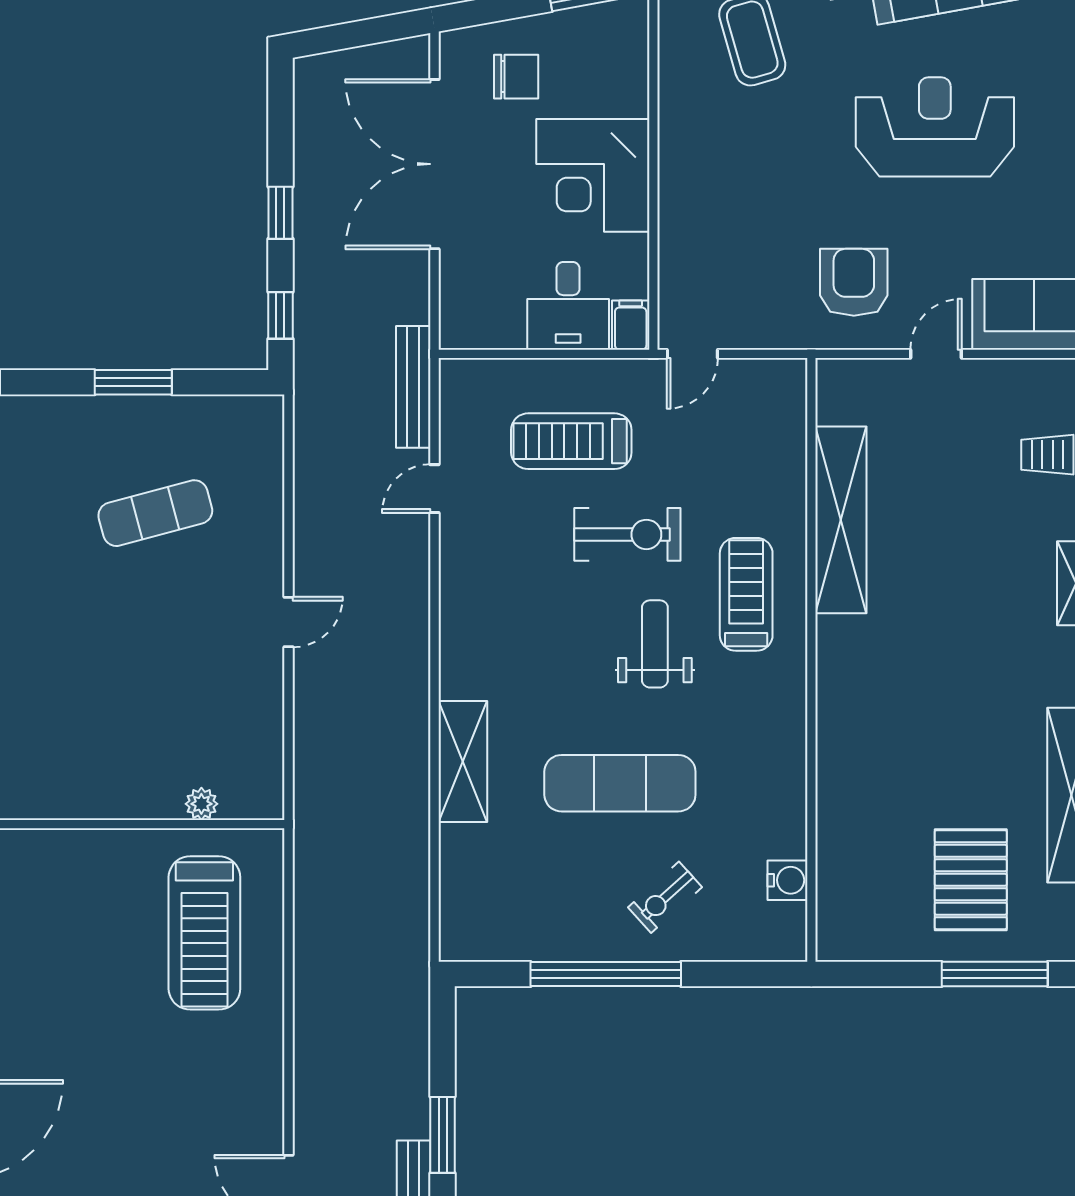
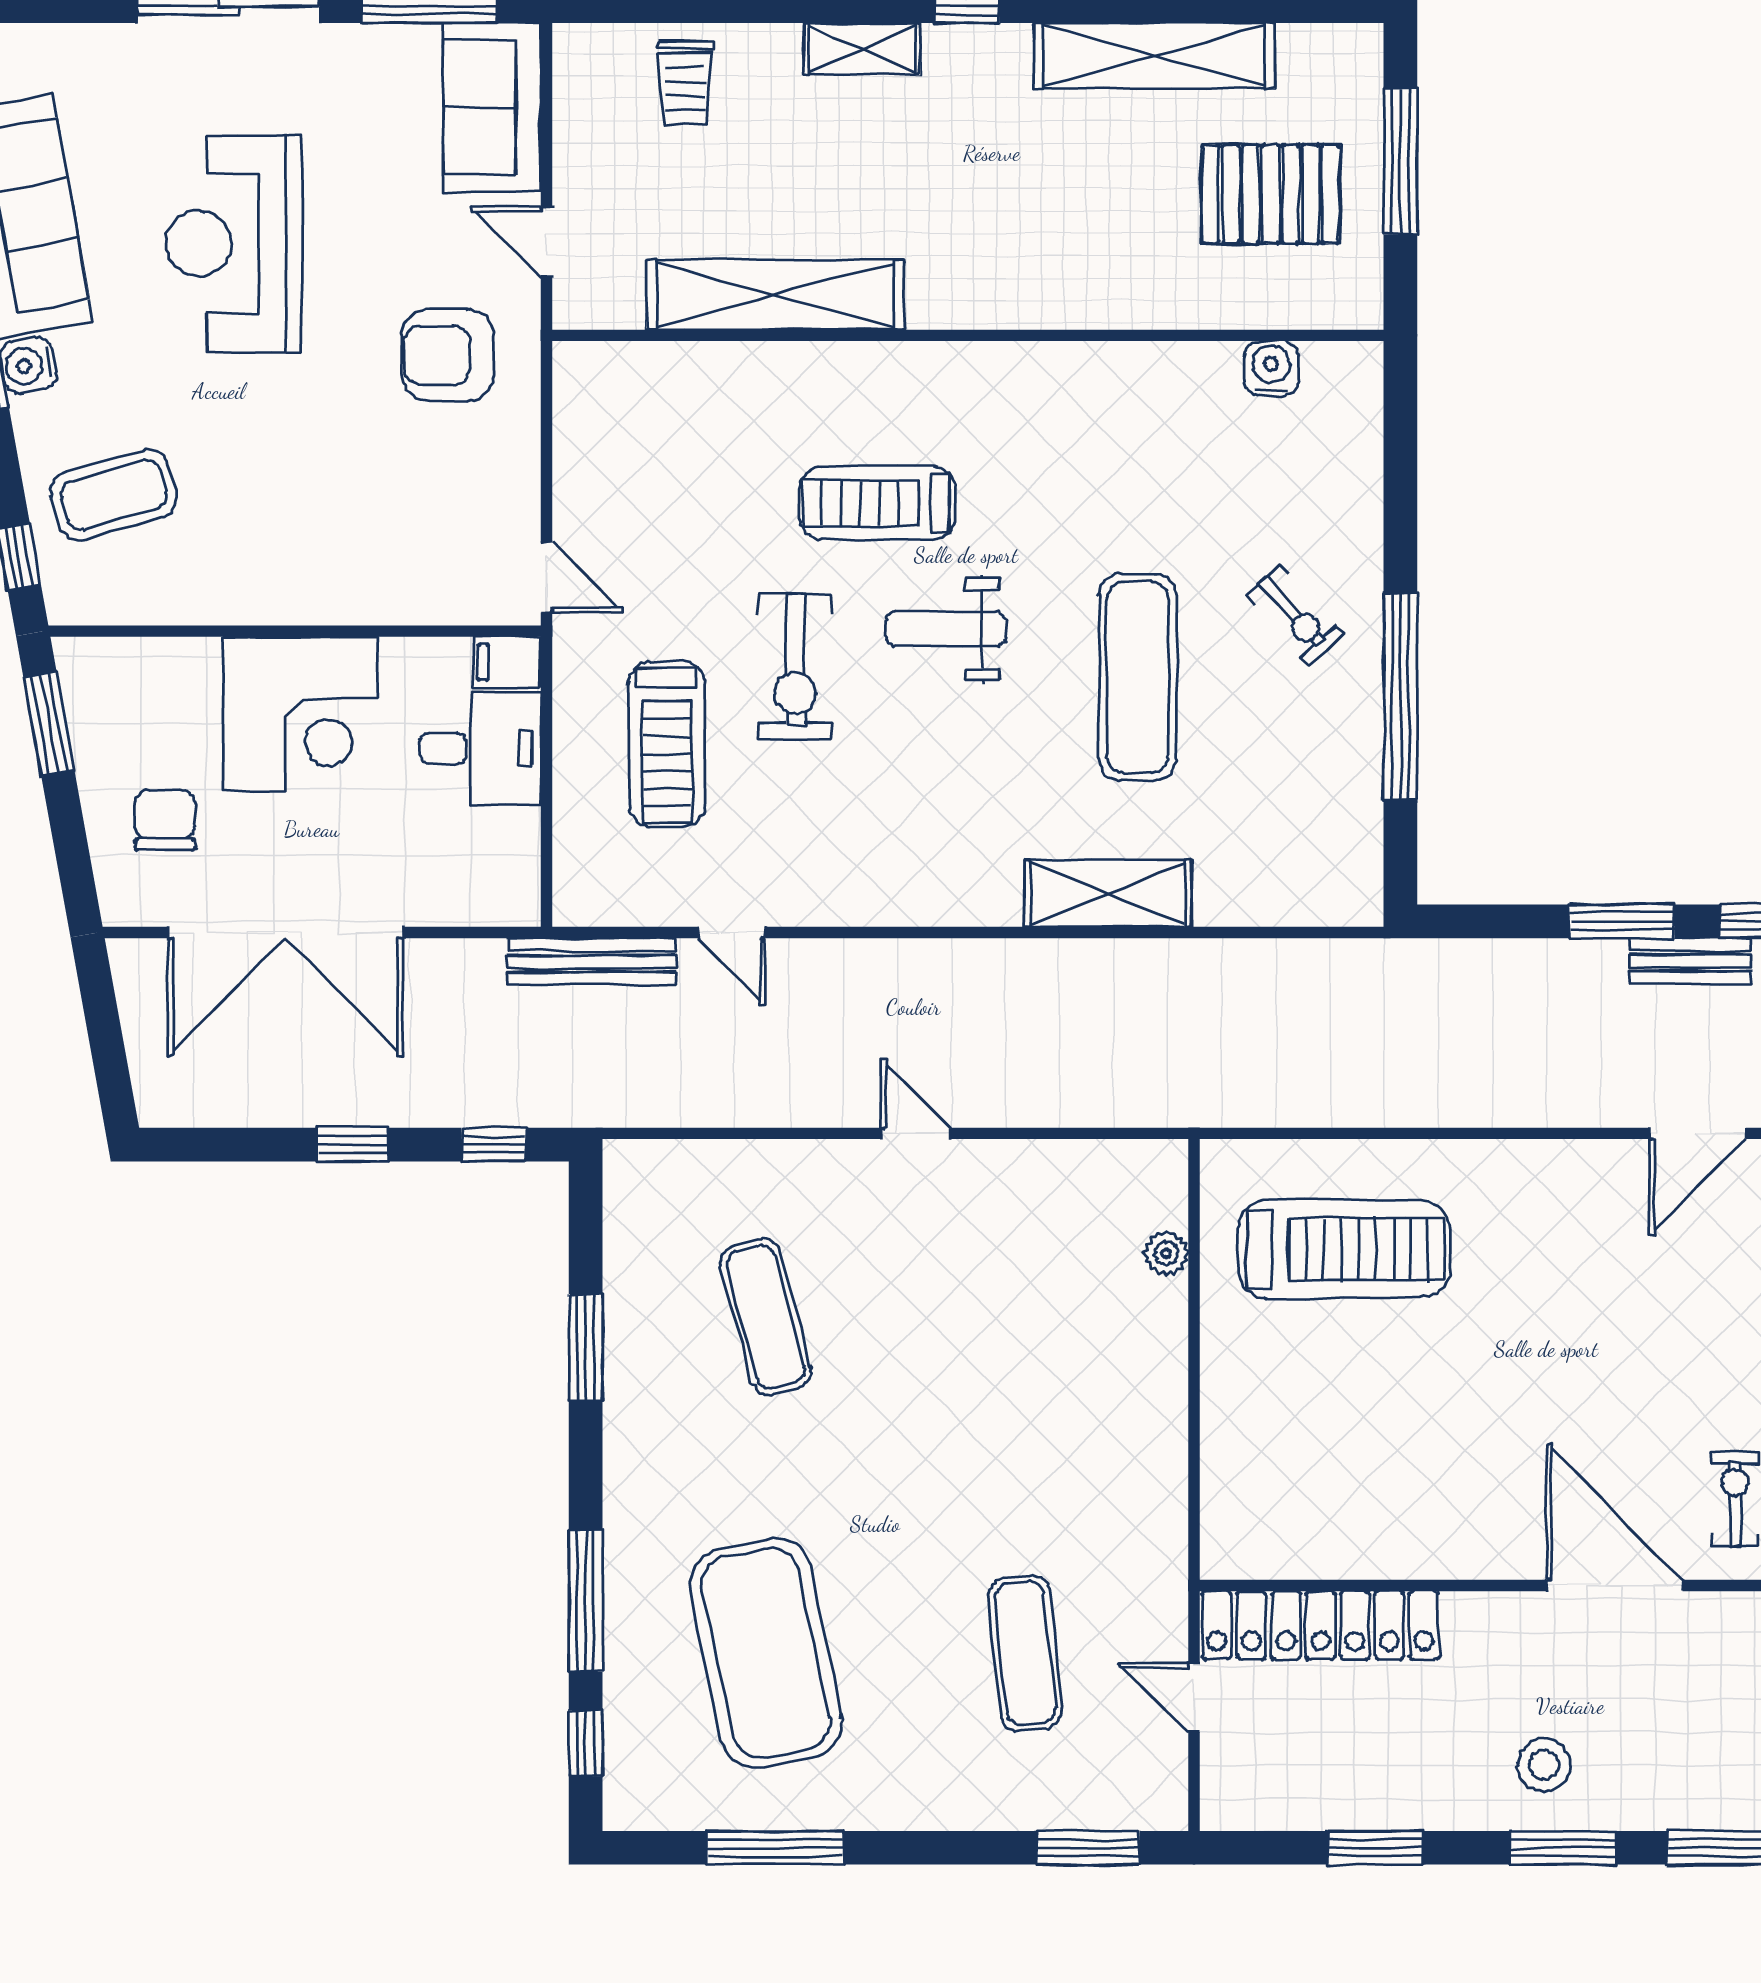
shelving: (841, 520) -> (775, 295), moved
exercise bike: (627, 534) -> (795, 667), turned 180
wall: (811, 660) -> (968, 335), moved
water cooler: (787, 880) -> (1271, 368), moved

